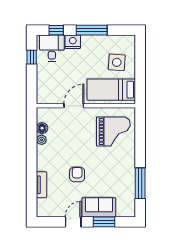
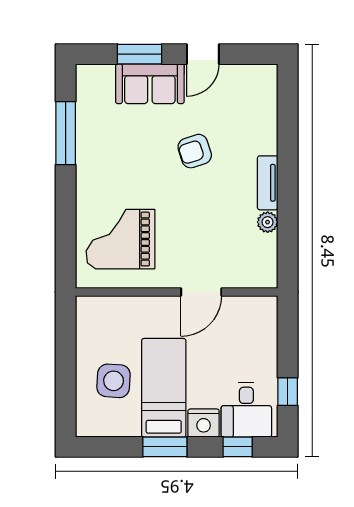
window: (92, 30) -> (165, 447), width x0.69
bed: (111, 90) -> (164, 388), moved, turned -90
floor lamp: (42, 128) -> (267, 246), removed
armchair: (77, 174) -> (195, 151), turned 72
tv unit: (41, 185) -> (268, 183), moved

